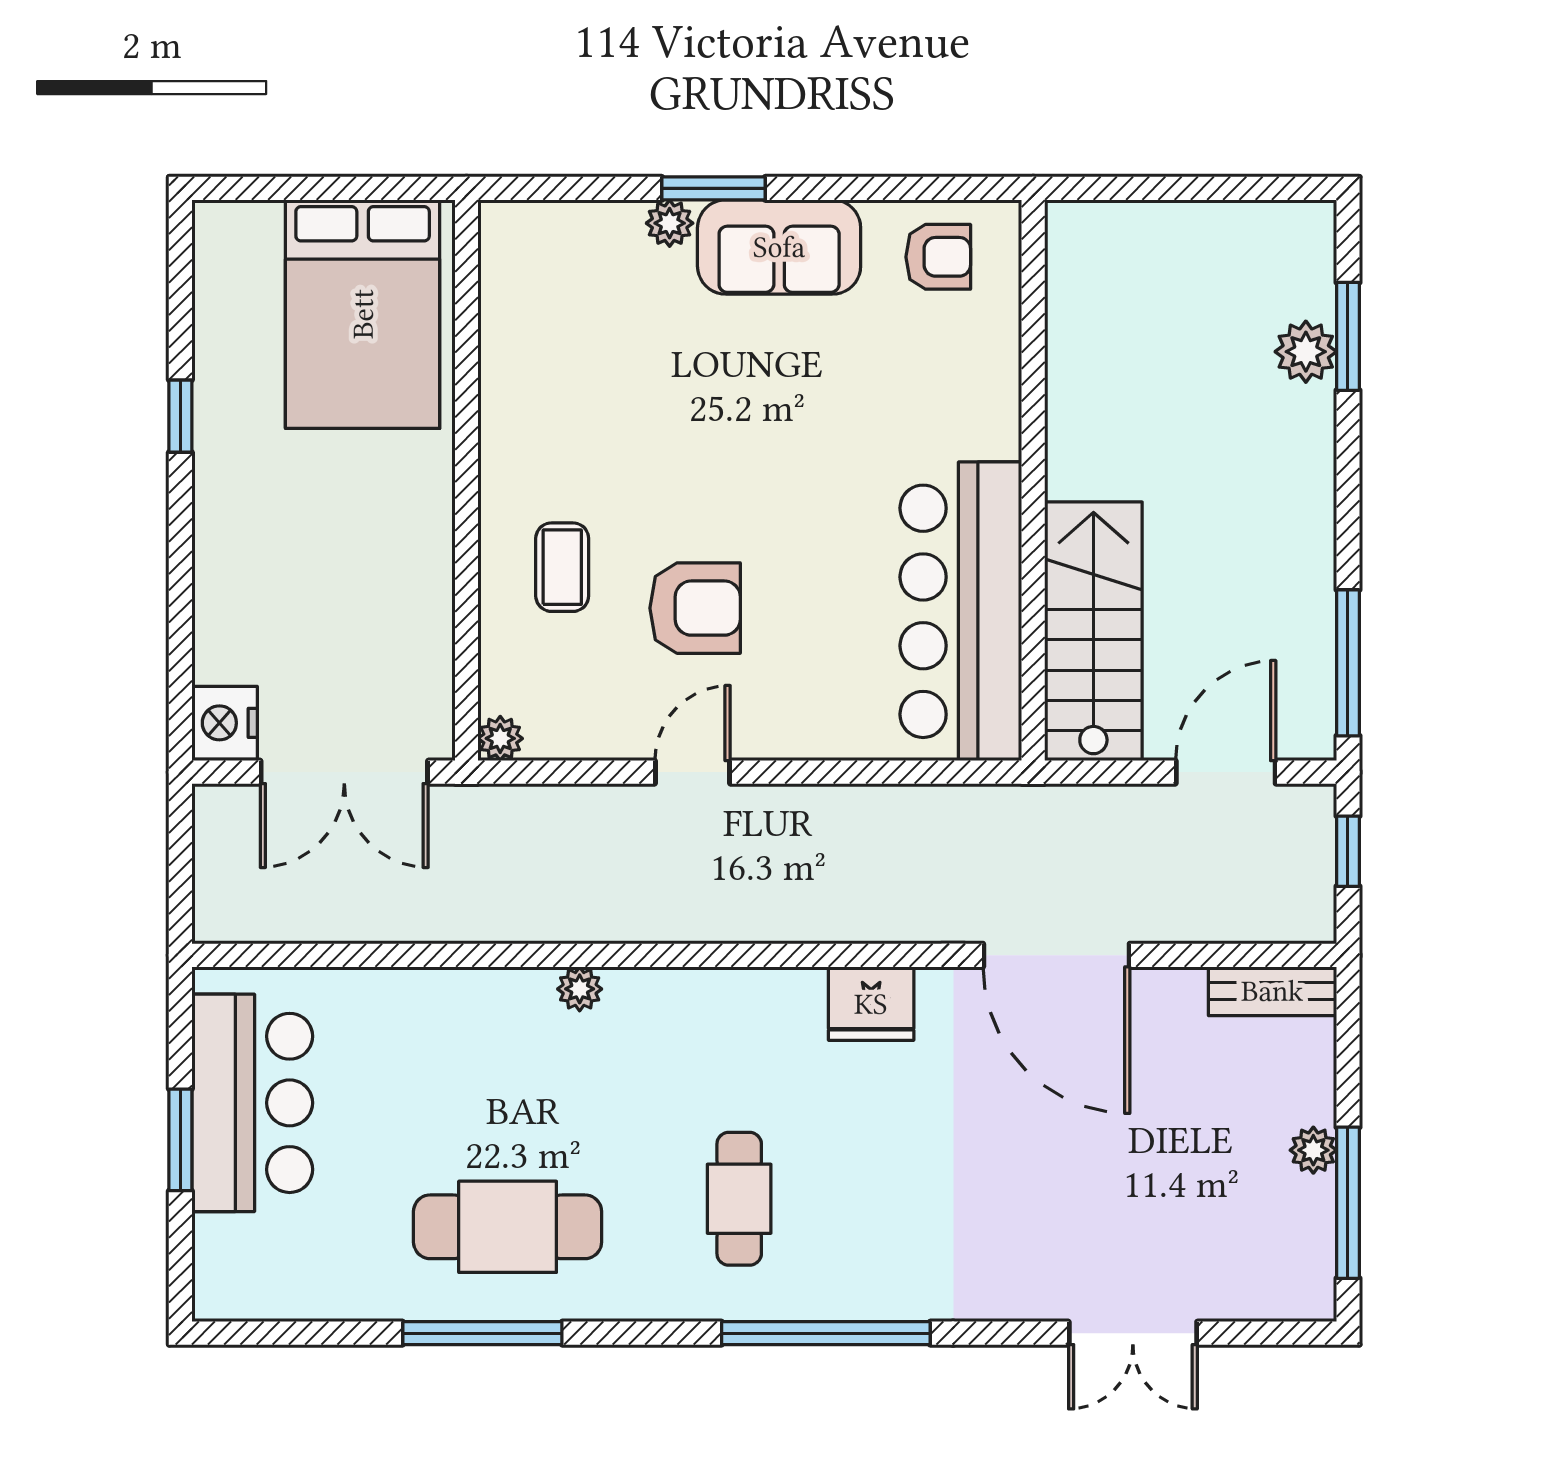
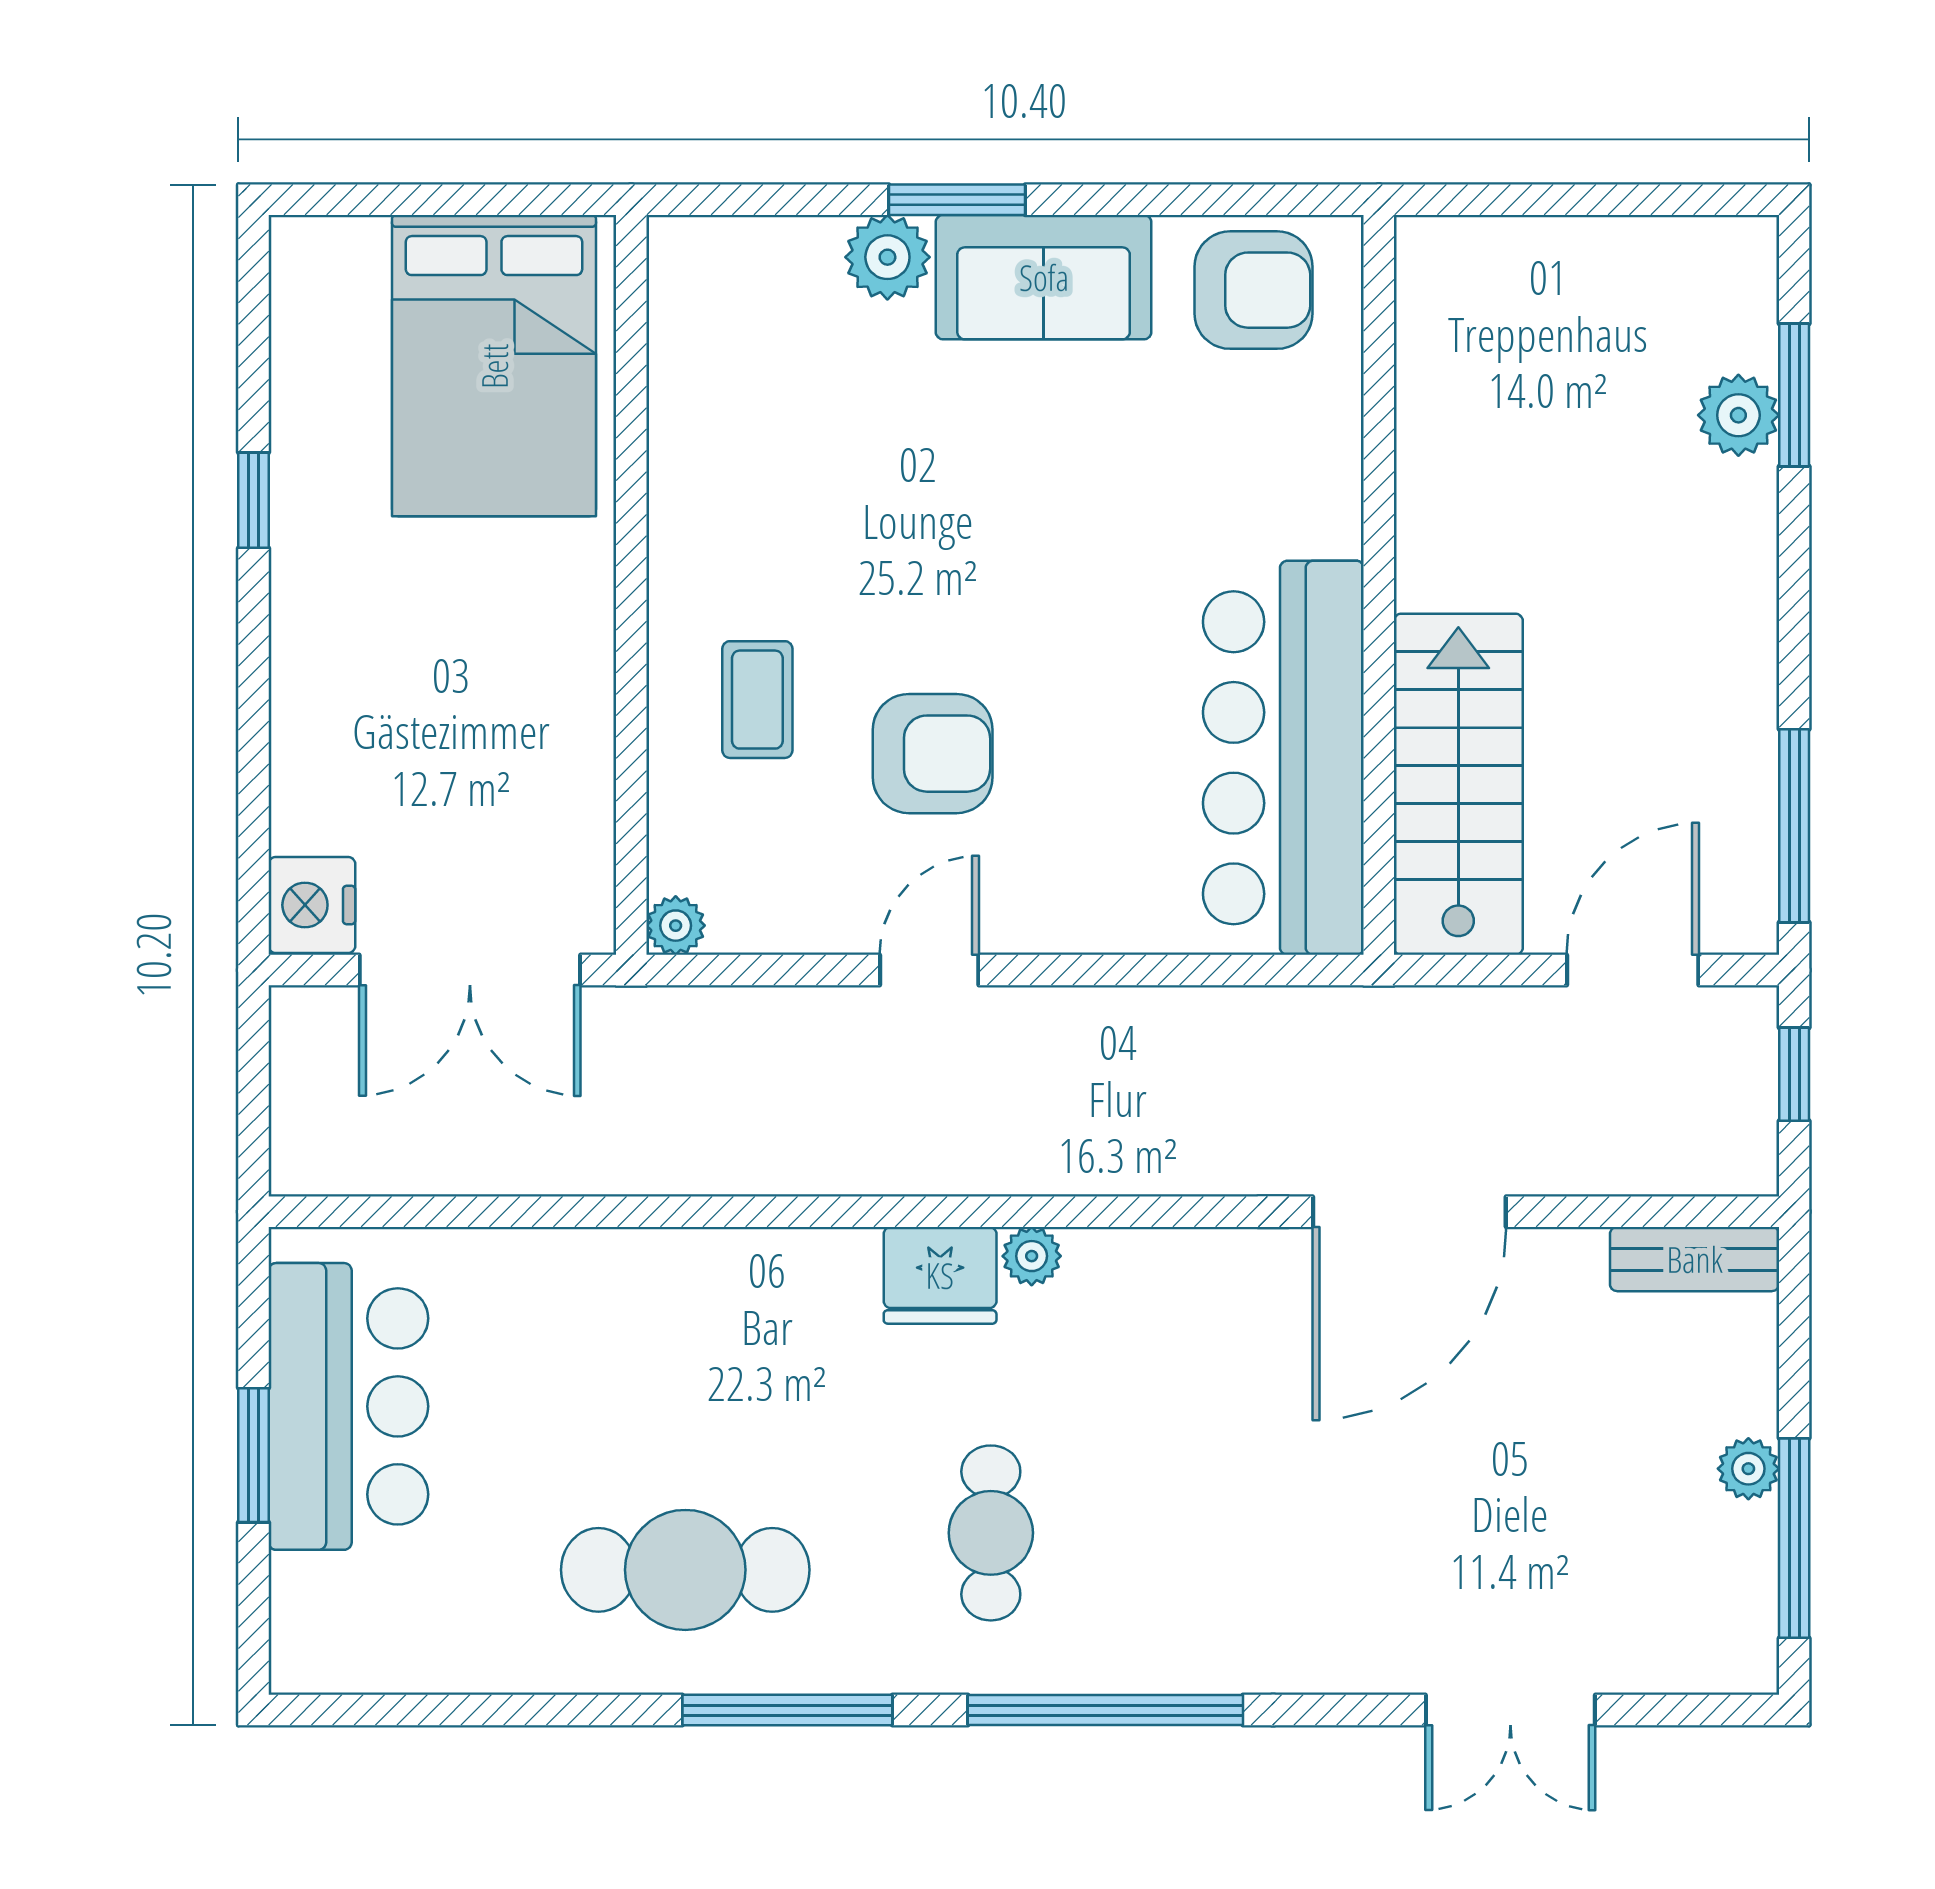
plant: (670, 223) -> (887, 257), width x1.38, depth x1.38
armchair: (938, 257) -> (1254, 290), width x1.38, depth x1.38
door: (1056, 955) -> (1409, 1212), hinge flipped
plant: (580, 989) -> (1032, 1256), moved
fridge: (871, 1004) -> (940, 1275), moved
window: (482, 1333) -> (787, 1710), moved

